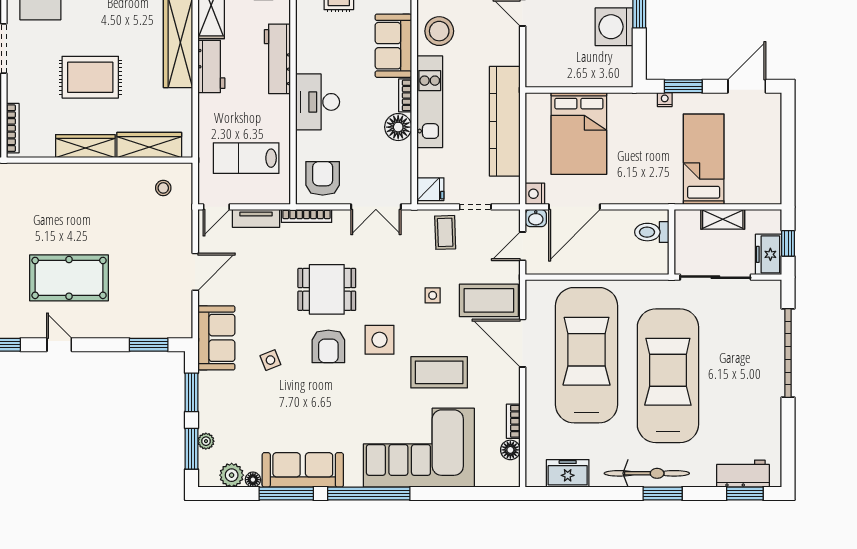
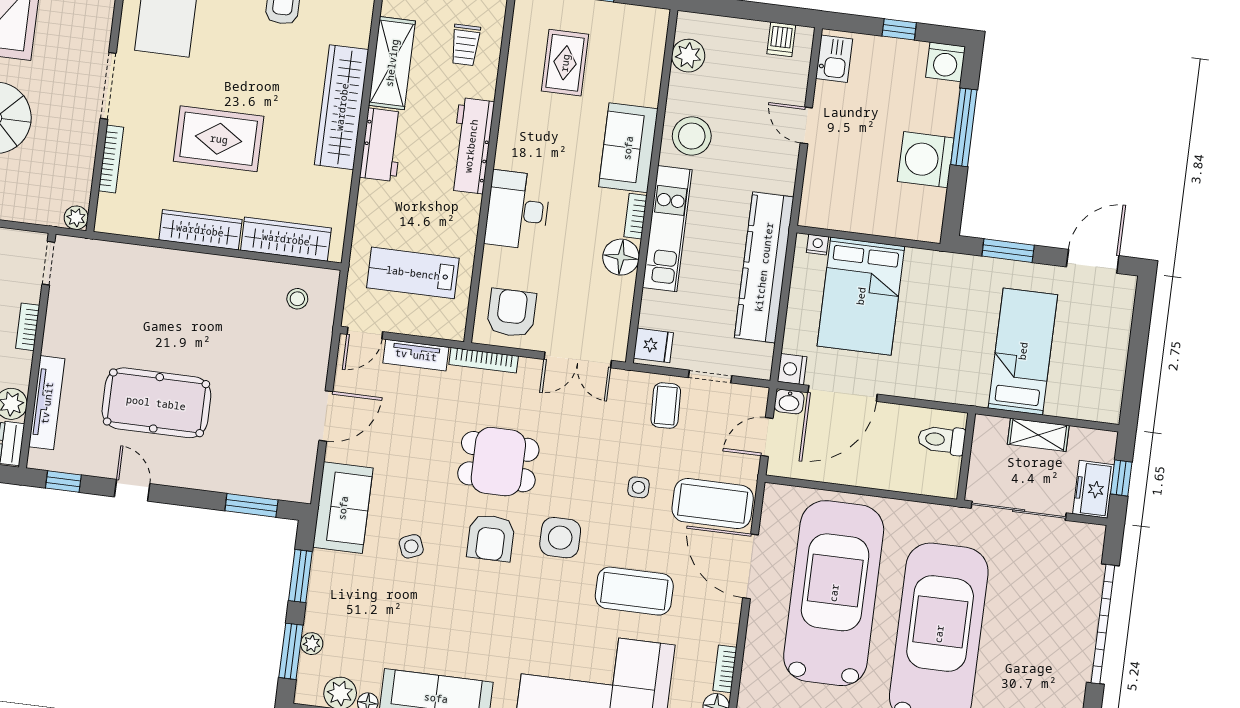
nightstand: (665, 100) -> (818, 245), moved
bookcase: (13, 128) -> (111, 159), moved

